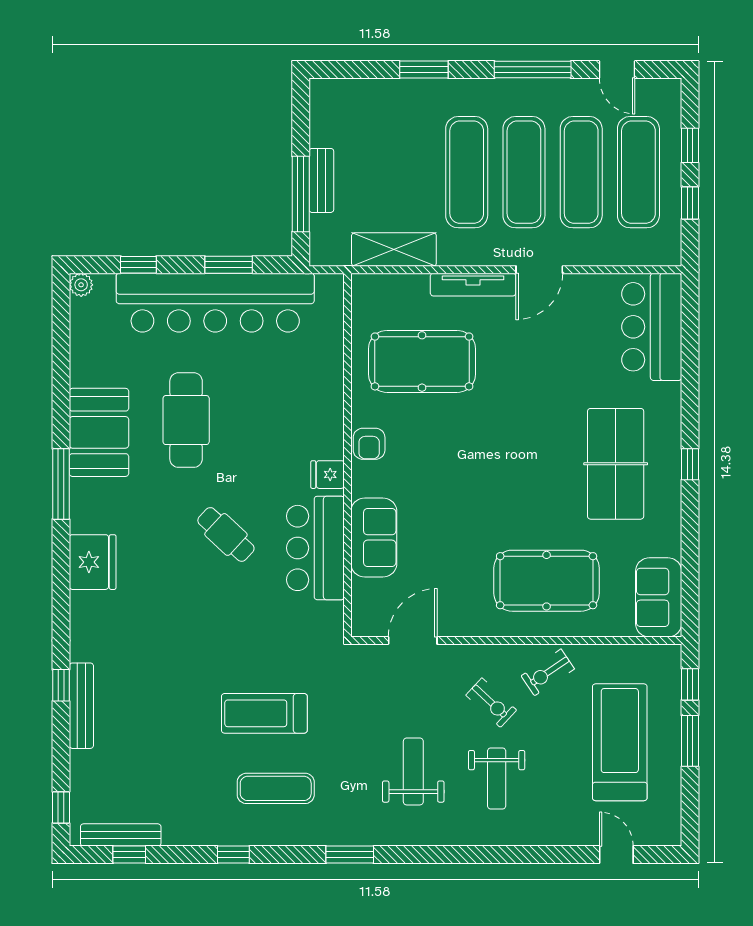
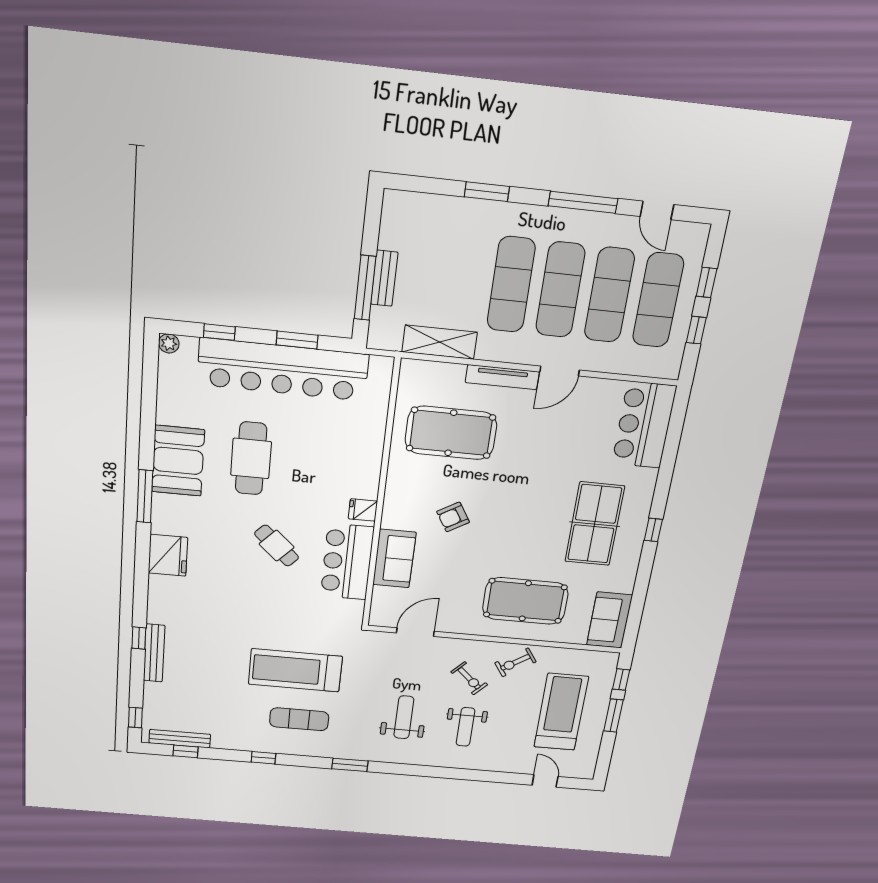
armchair: (369, 444) -> (453, 517), moved, turned 59
treadmill: (264, 713) -> (295, 670), width x1.37, depth x1.38

